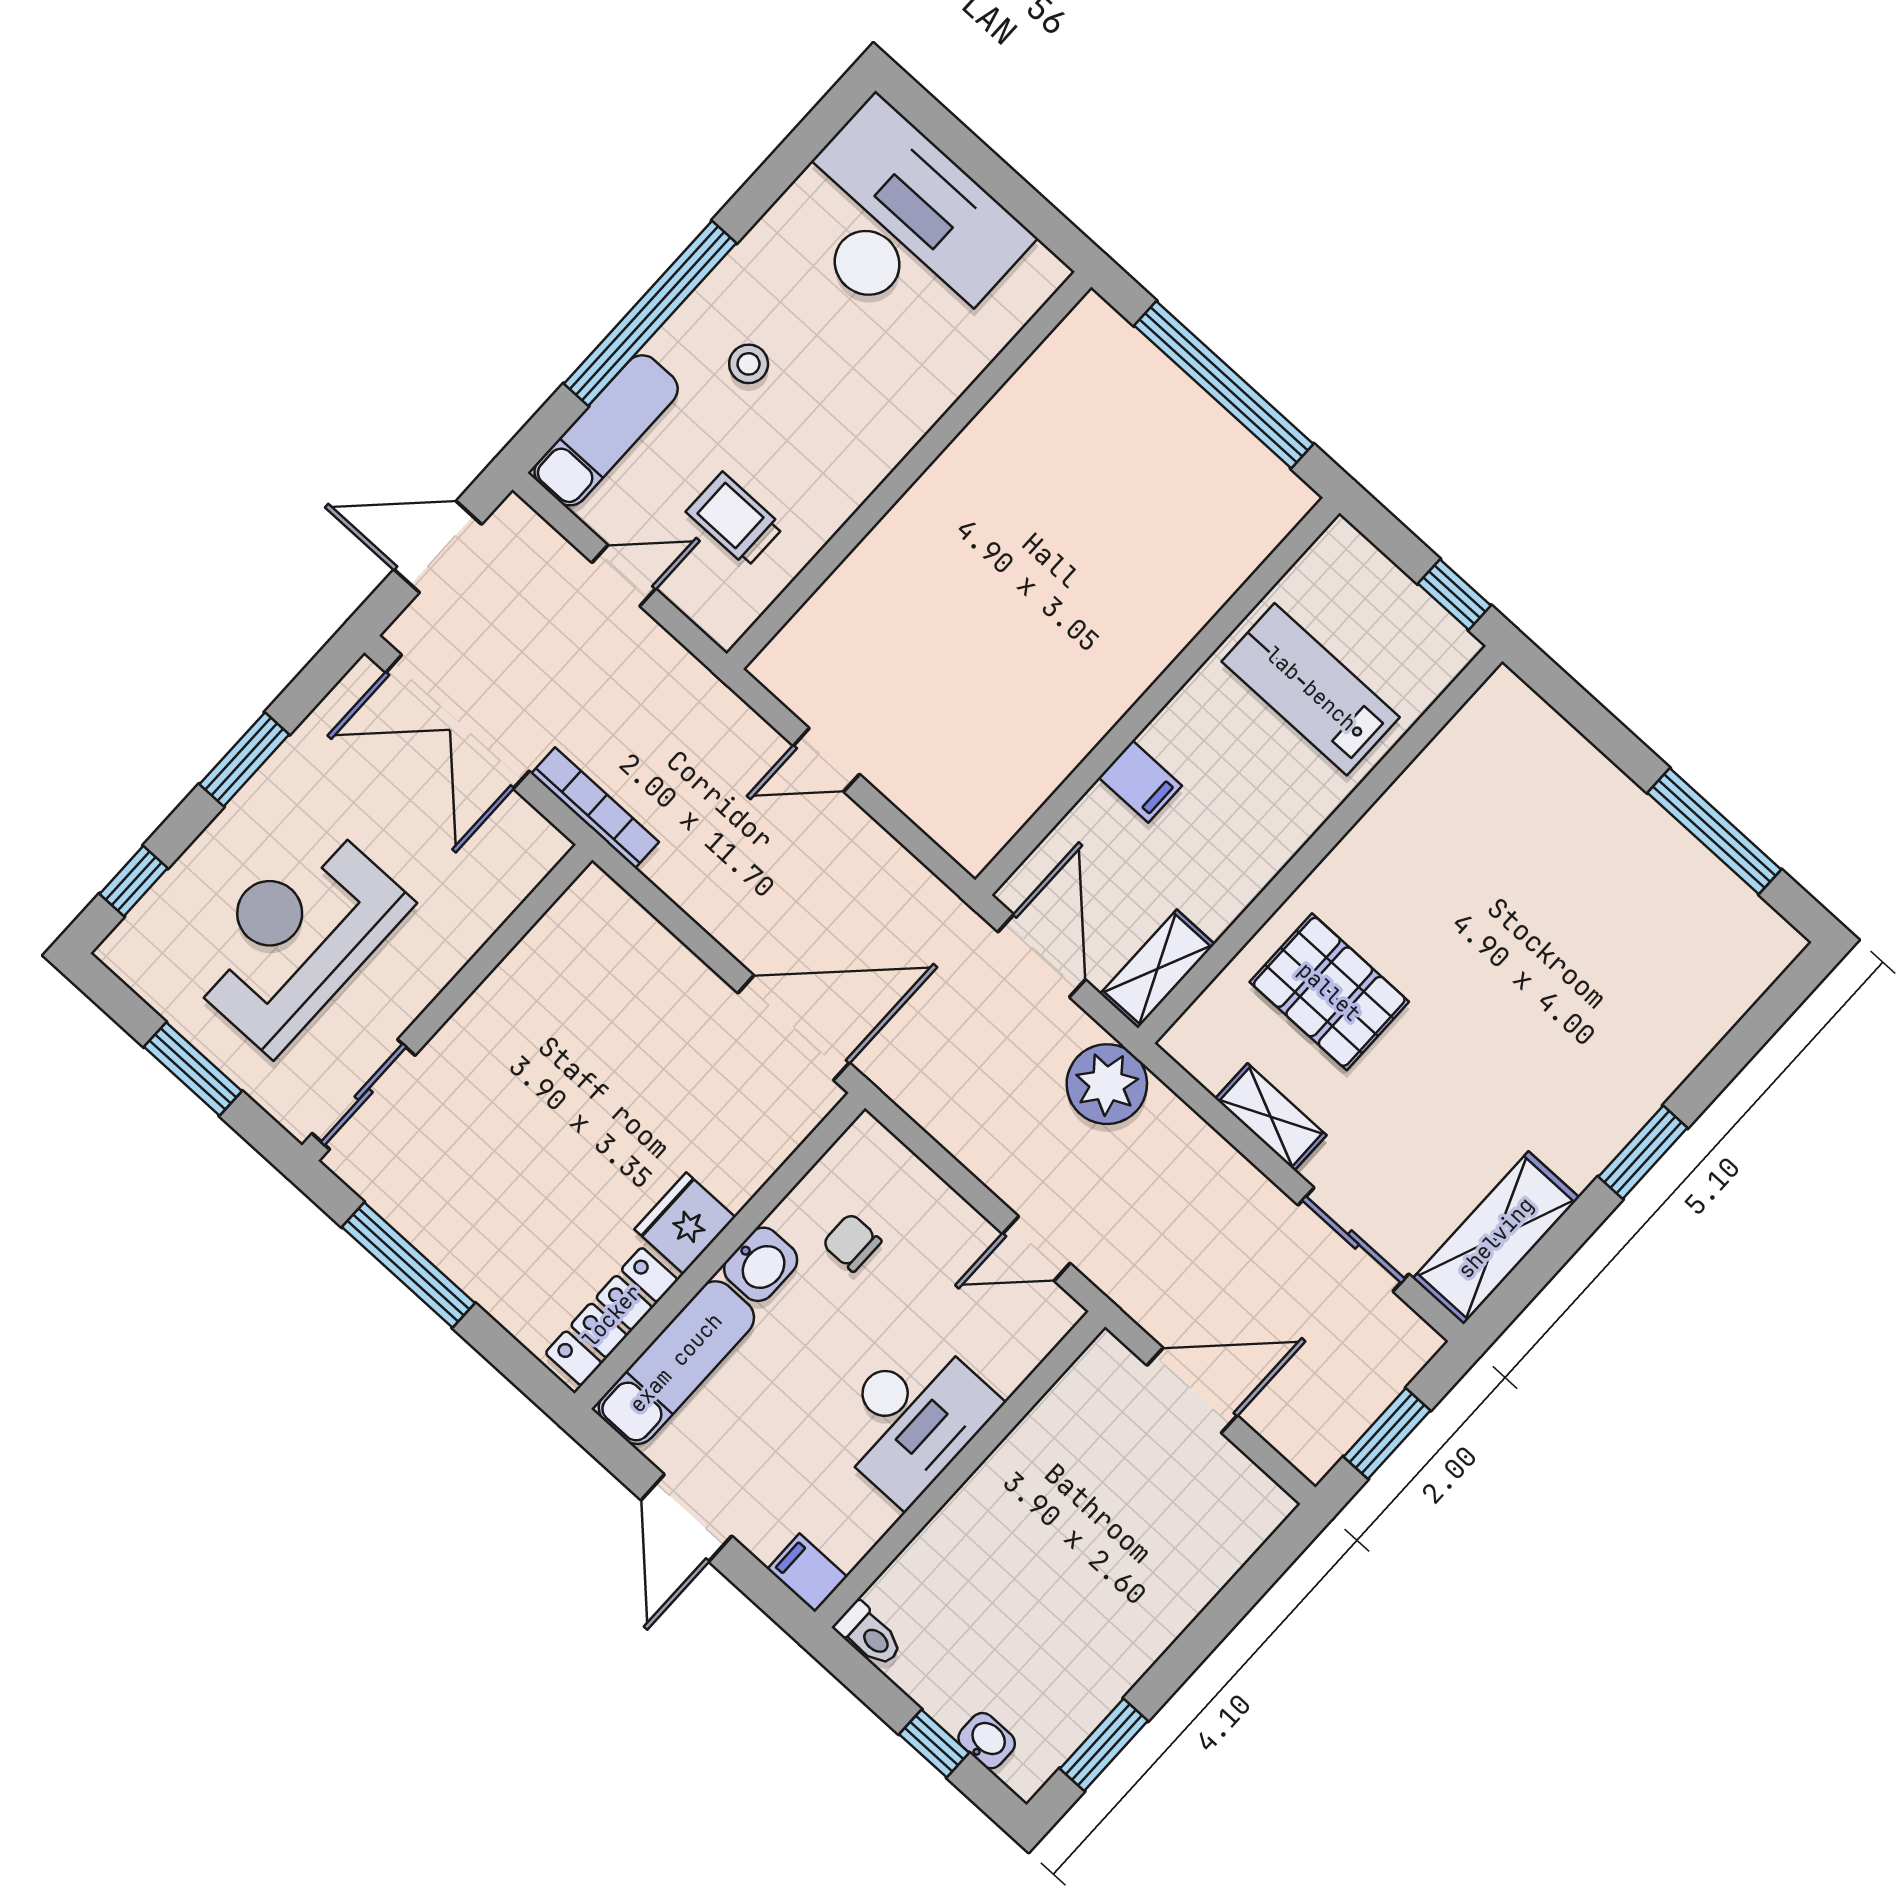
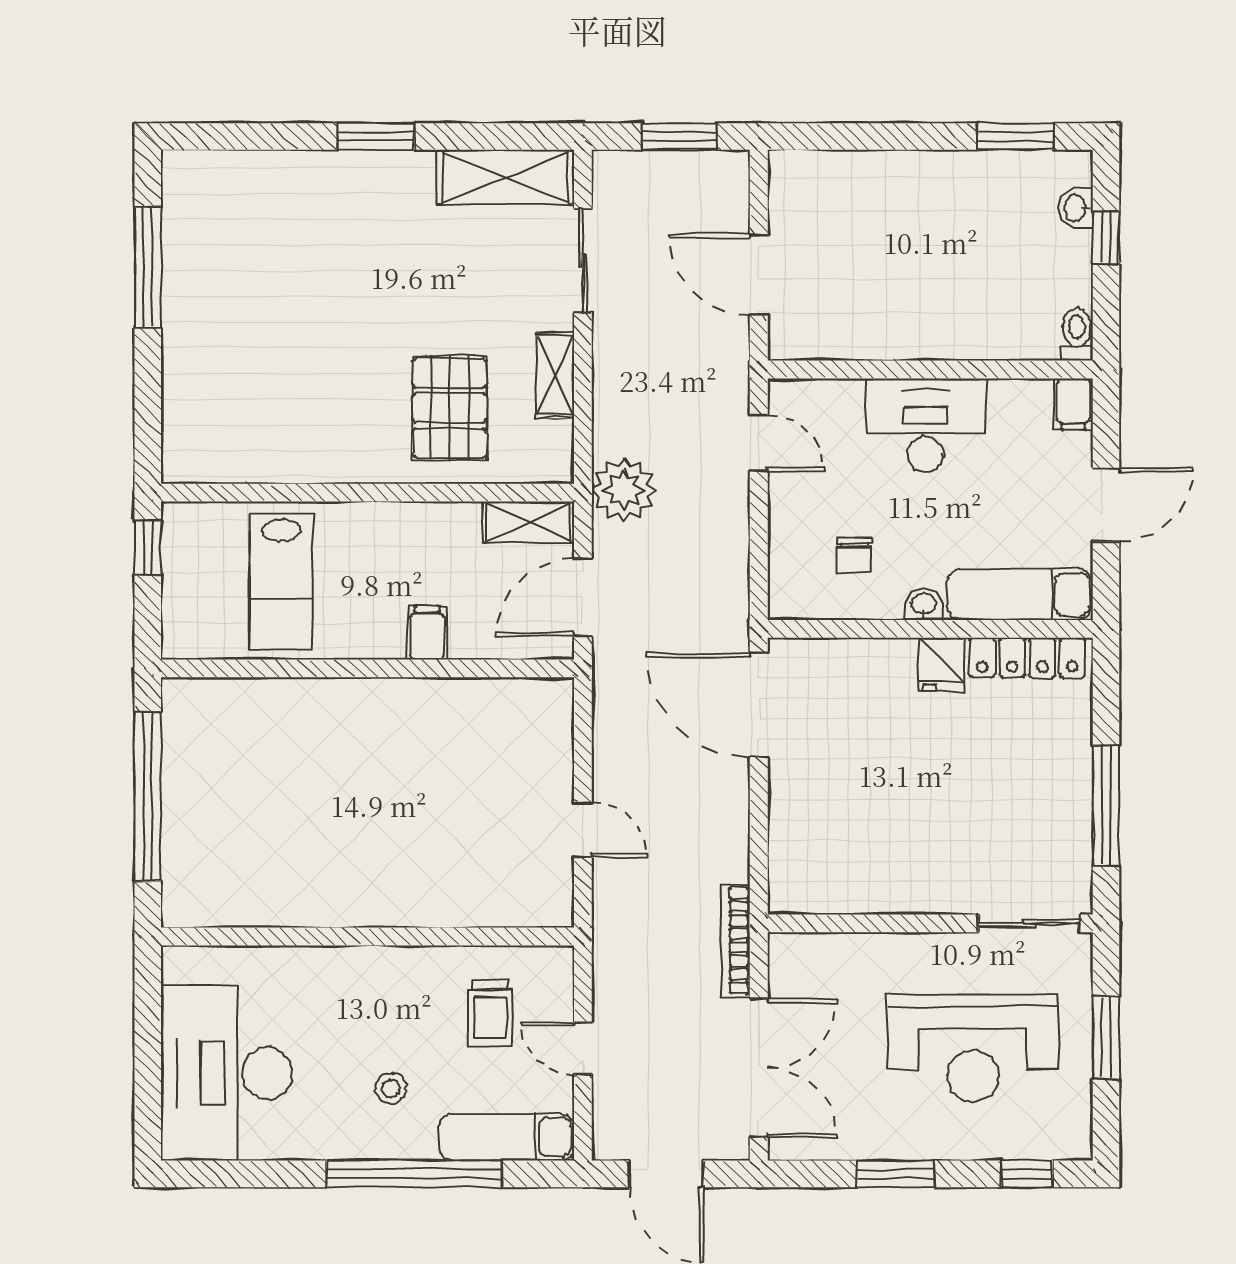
fridge: (685, 1223) -> (941, 664), width x0.72
washbasin: (761, 1264) -> (924, 604), width x0.72, depth x0.69

